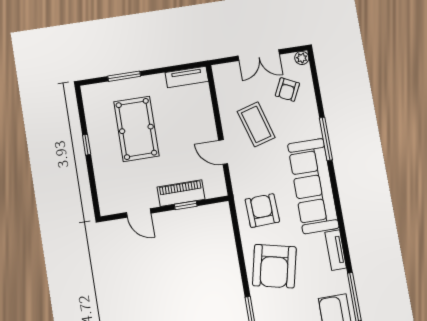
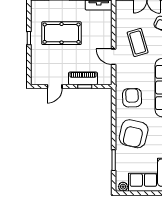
pool table: (136, 129) -> (62, 33), turned 90
door: (139, 213) -> (55, 86), hinge flipped

